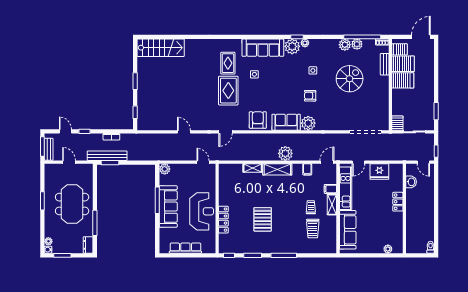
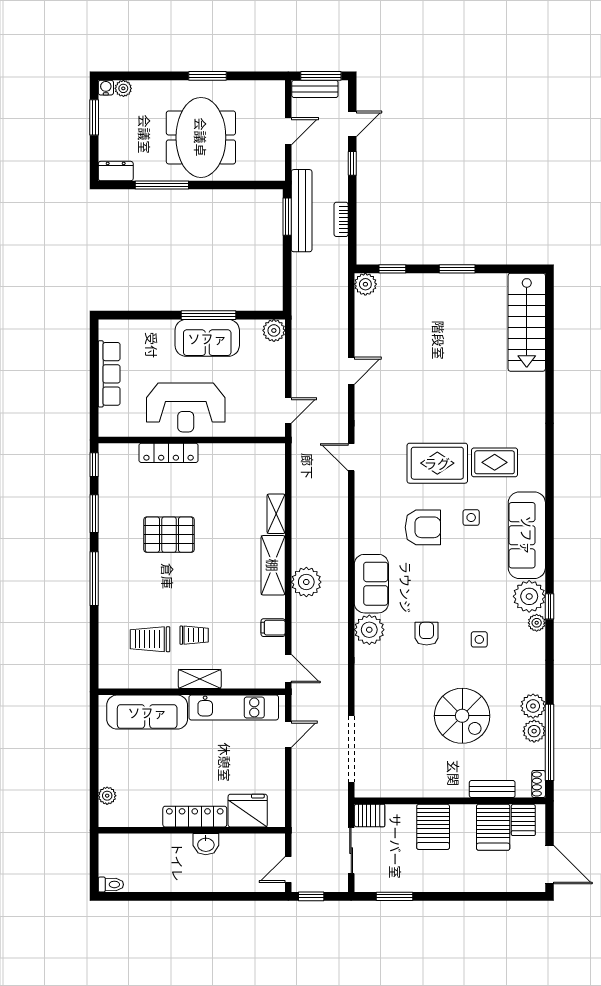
server rack: (403, 80) -> (433, 827), moved
armchair: (258, 120) -> (423, 527), moved
plant: (142, 125) -> (365, 284), added
door: (358, 162) -> (288, 734), swing flipped
fridge: (379, 172) -> (248, 811), moved, turned 90
washbasin: (411, 182) -> (206, 844), moved
filing cabinet: (330, 189) -> (232, 676), removed
locker: (398, 202) -> (195, 817), width x1.53
meeting table: (72, 204) -> (201, 137), turned 90
sofa: (168, 207) -> (207, 338), width x0.73

